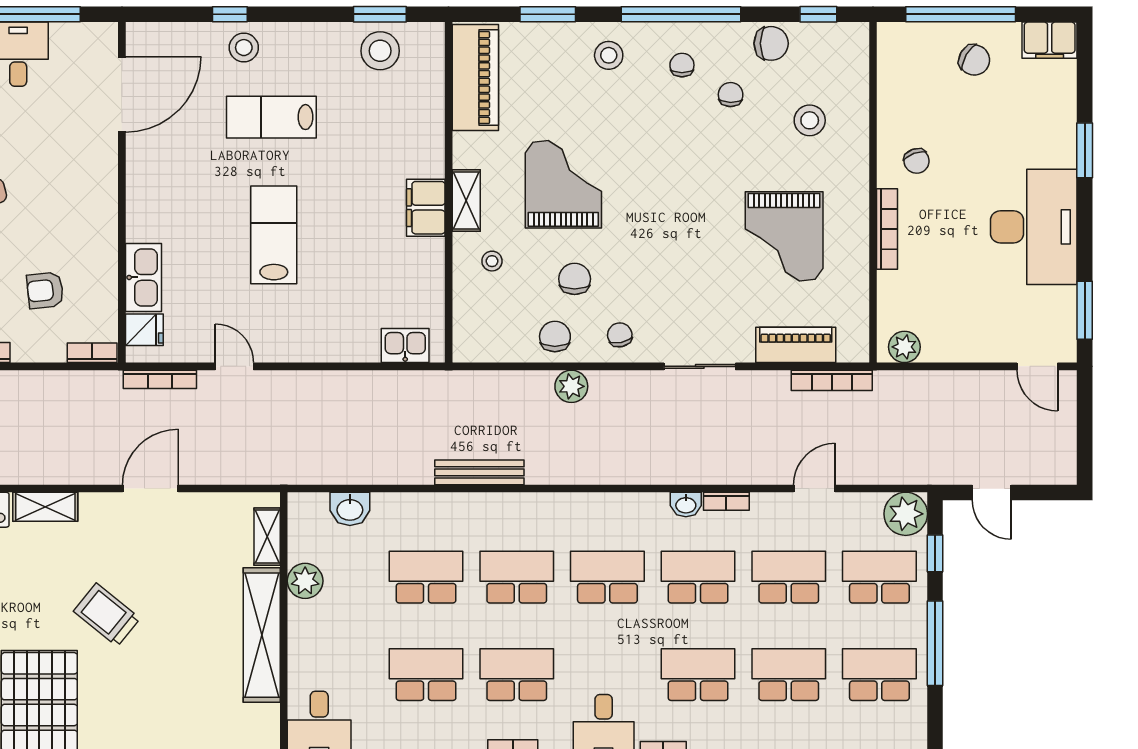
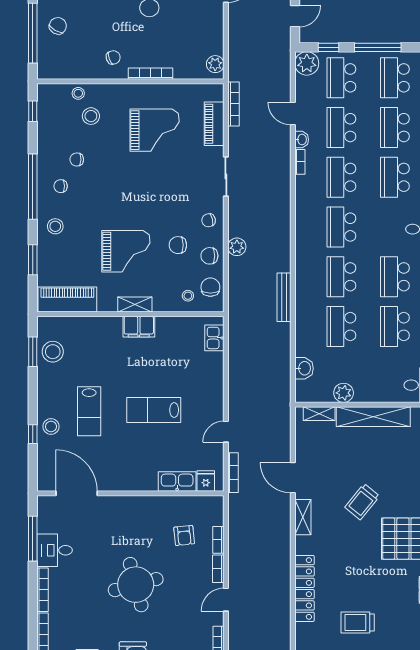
chair: (771, 43) -> (210, 287), moved
stool: (851, 97) -> (78, 93), added
grand piano: (563, 184) -> (126, 251), turned 180
stool: (492, 261) -> (188, 296), moved
bookcase: (92, 353) -> (218, 540), moved
washbasin: (686, 505) -> (302, 140), moved
shelving: (45, 507) -> (303, 517), moved

